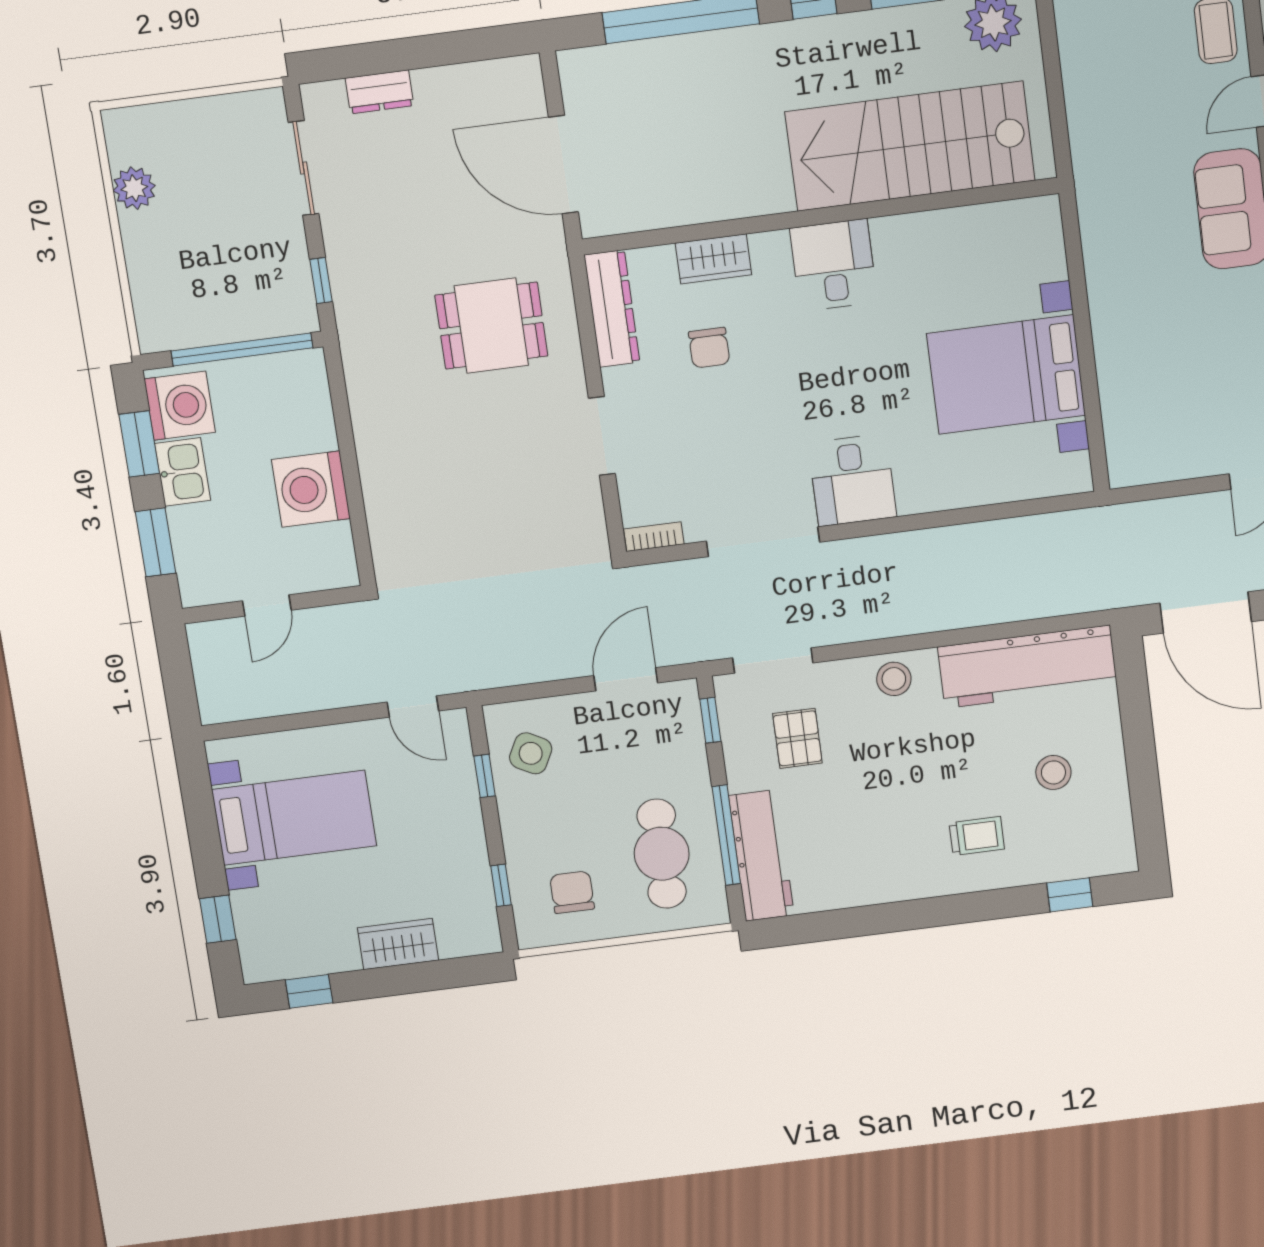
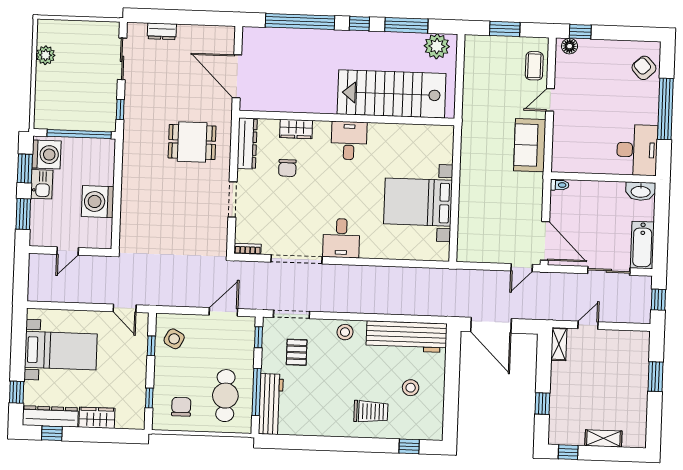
trolley: (977, 836) -> (371, 411), width x1.36, depth x1.39
dresser: (299, 957) -> (50, 416), added

